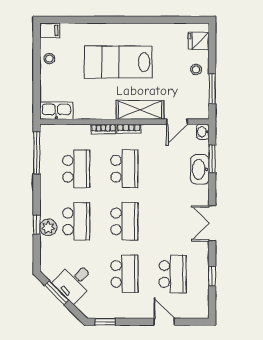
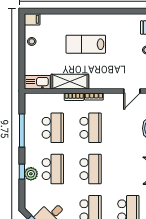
lab bench: (118, 62) -> (86, 44), width x0.73, depth x0.72
shelving: (140, 110) -> (70, 82), moved
window: (37, 153) -> (22, 131), moved

